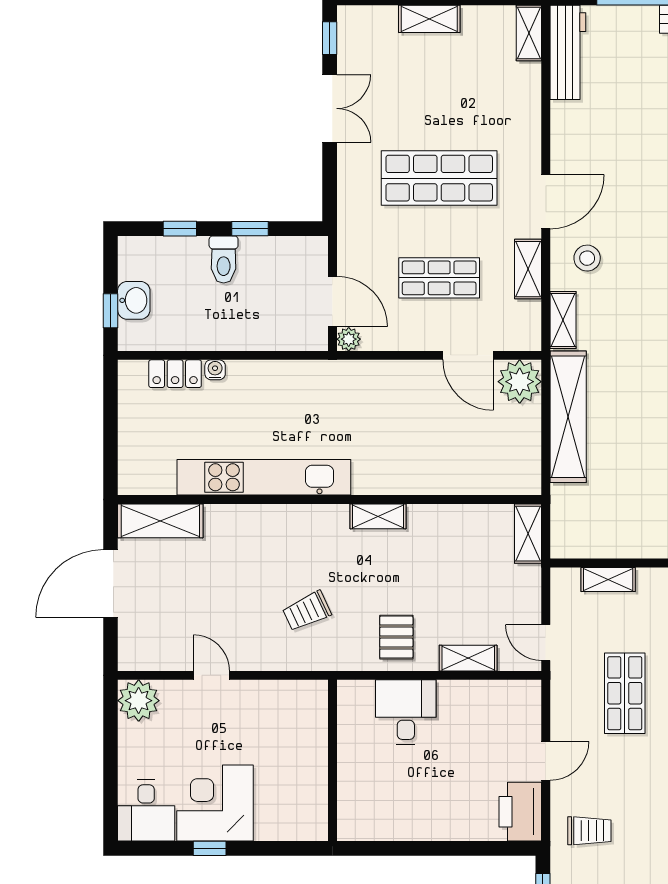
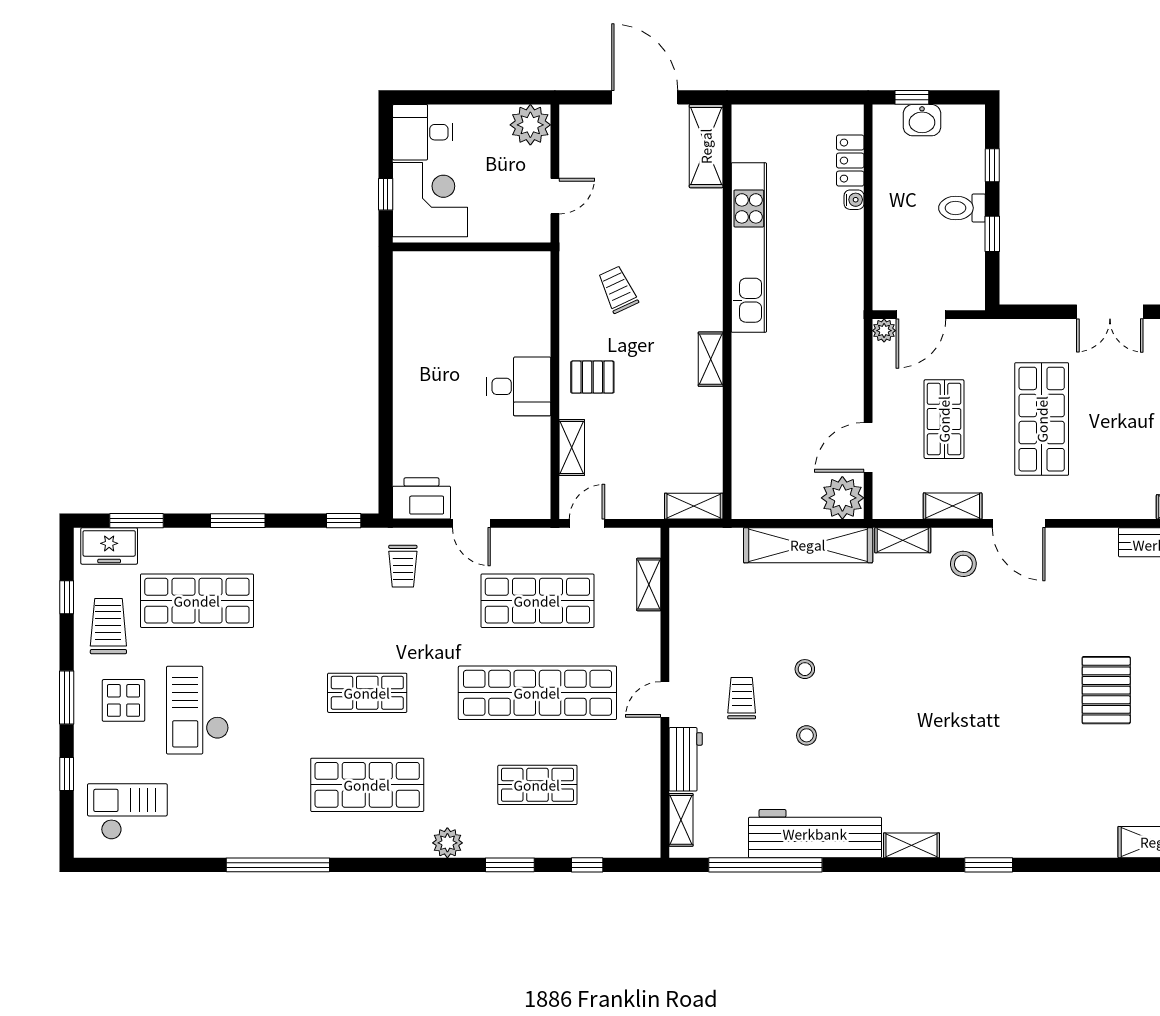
shop shelf: (625, 693) -> (537, 601), width x1.43, depth x1.36
wall: (332, 760) -> (472, 247), moved

